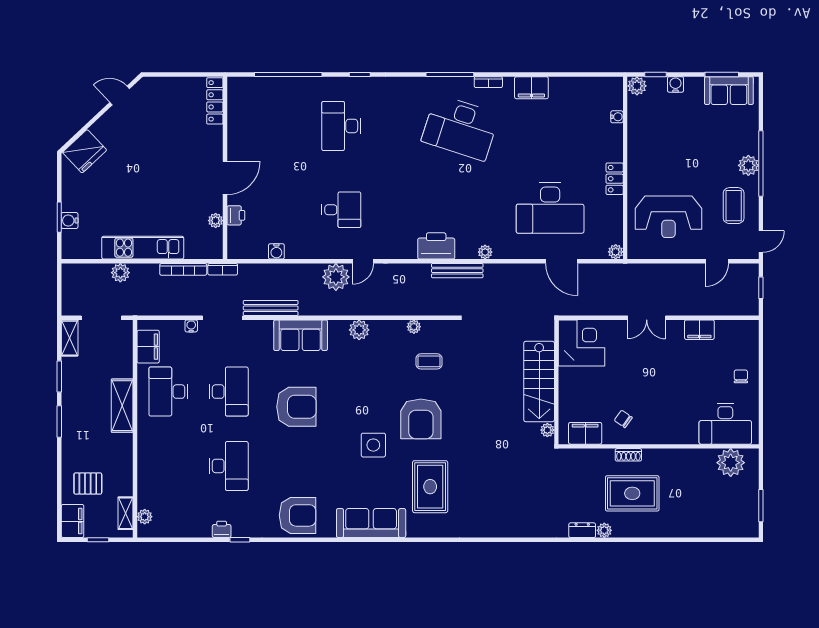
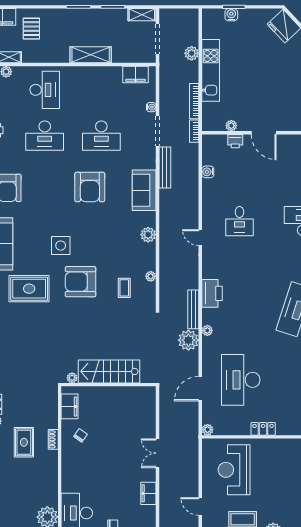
plant: (336, 277) -> (188, 340), moved
corner desk: (582, 343) -> (138, 404), removed
desk: (168, 392) -> (45, 90), moved, turned 90
rug: (632, 493) -> (24, 442), width x0.73, depth x0.70

